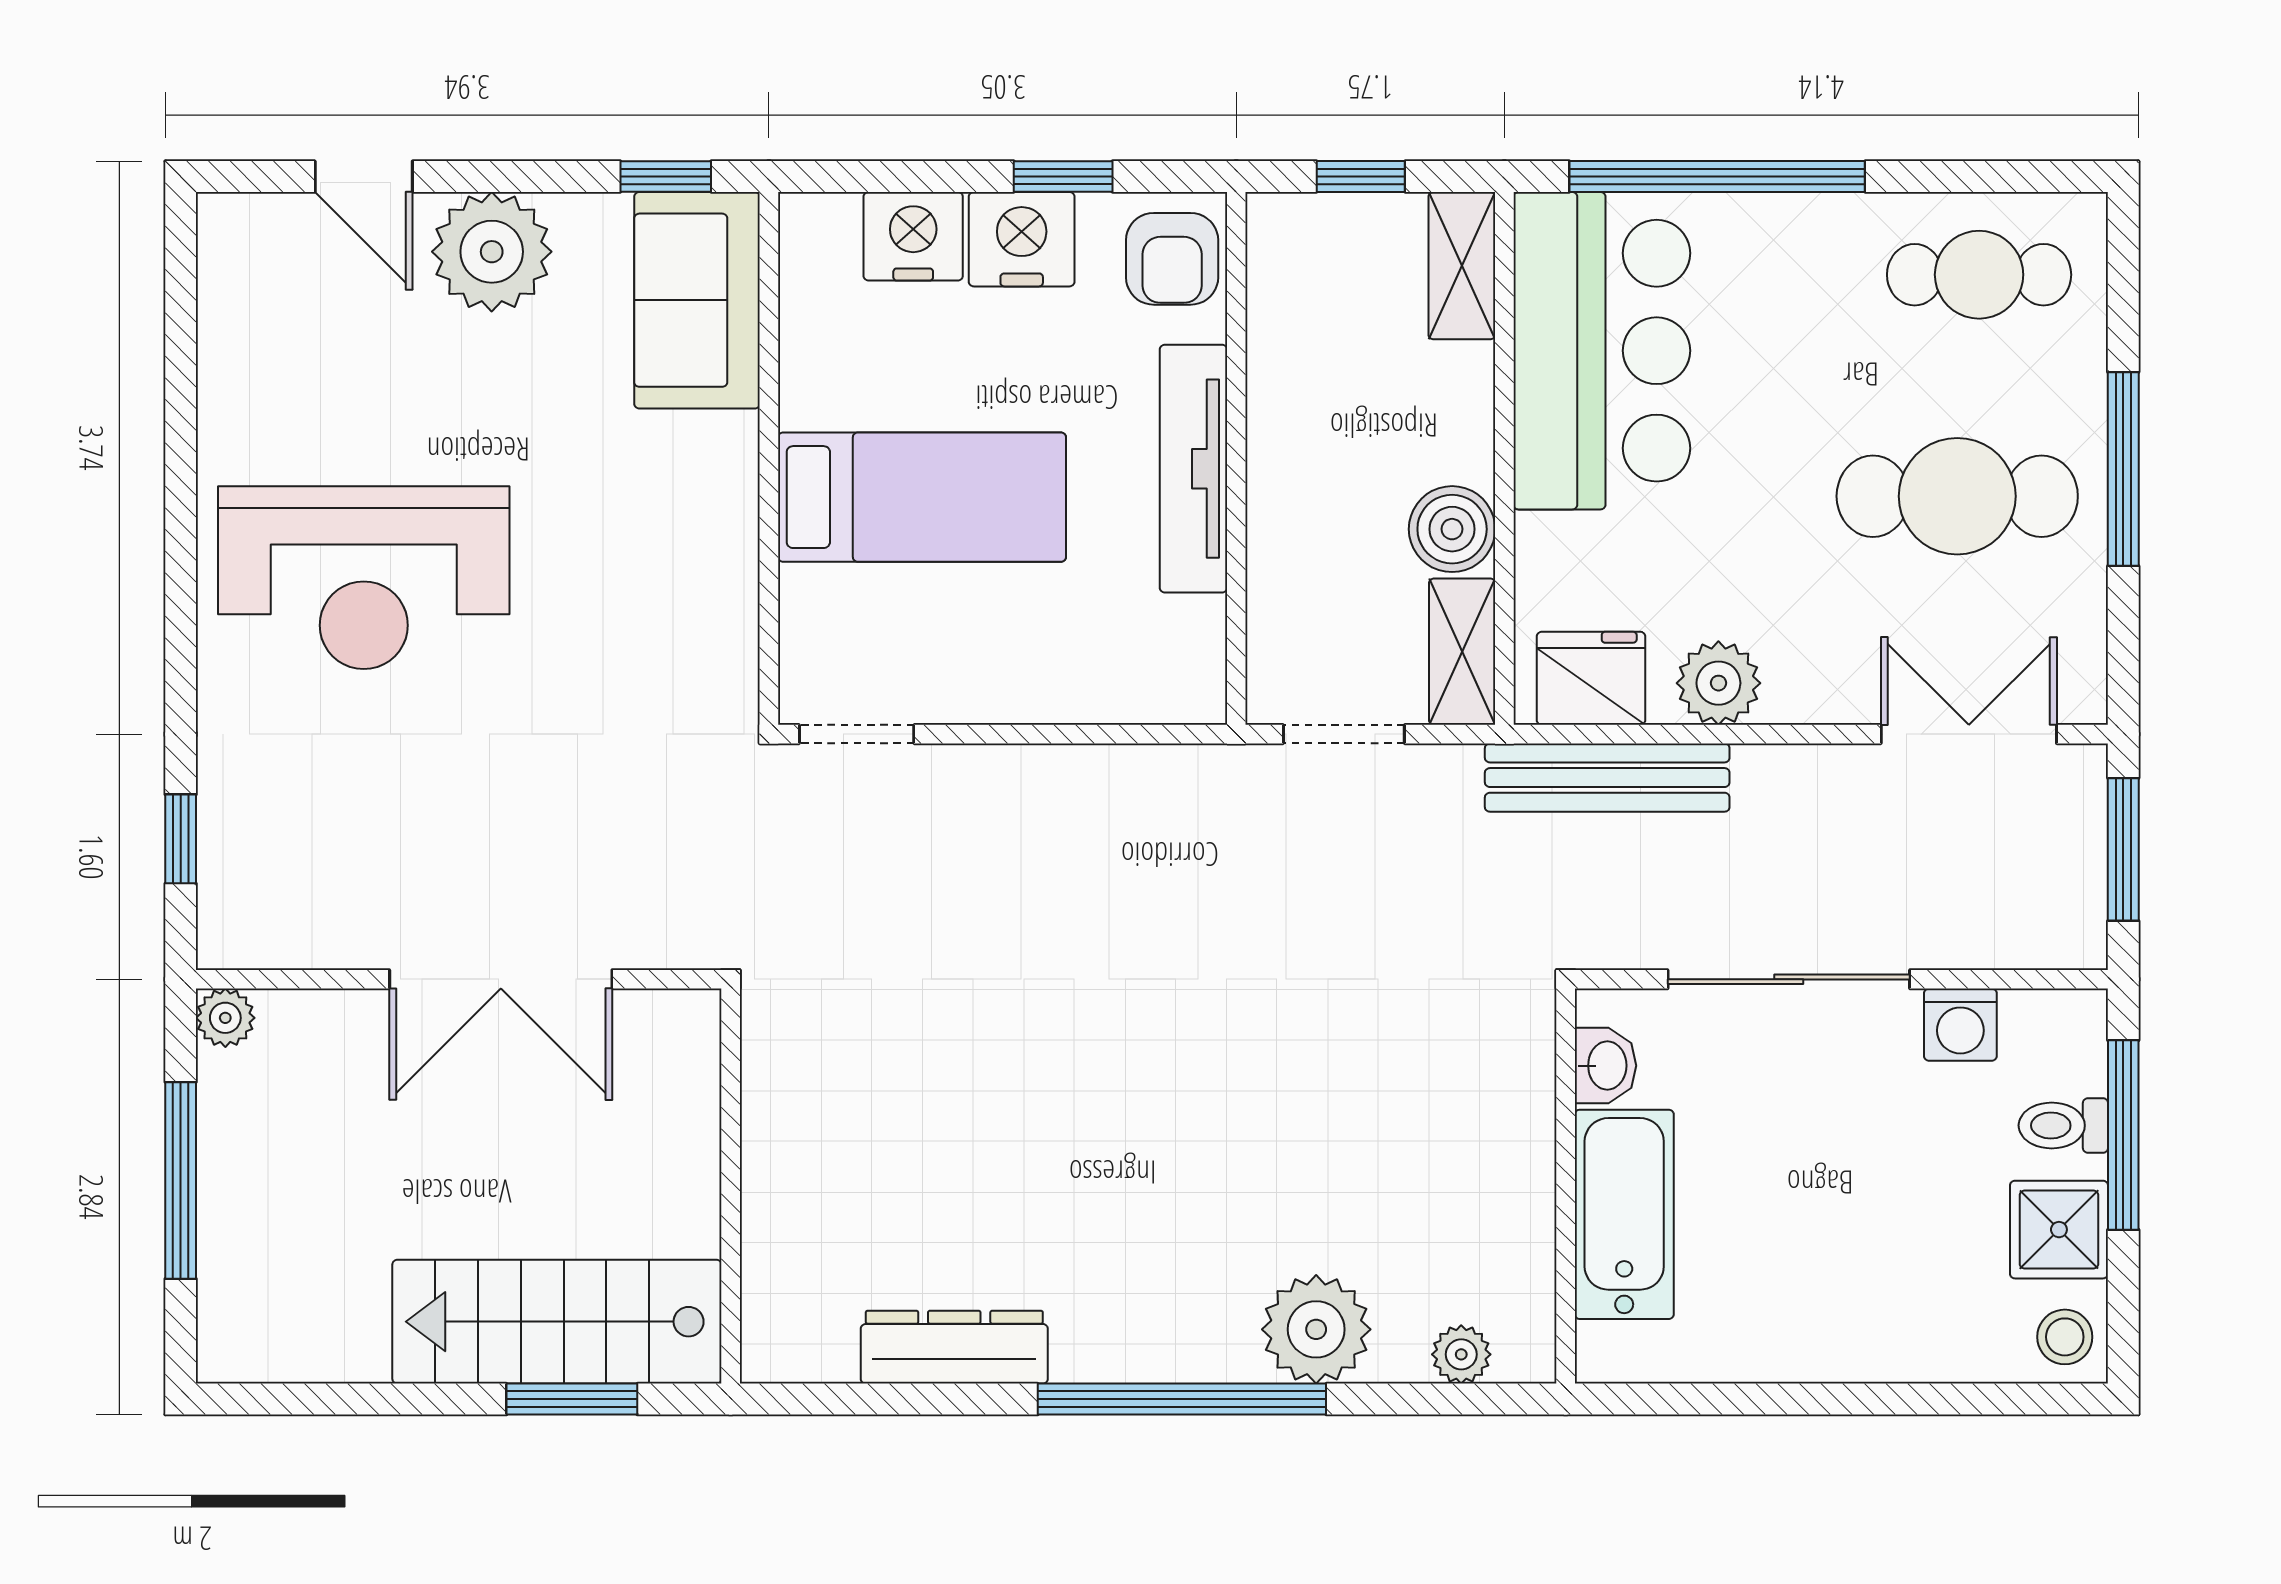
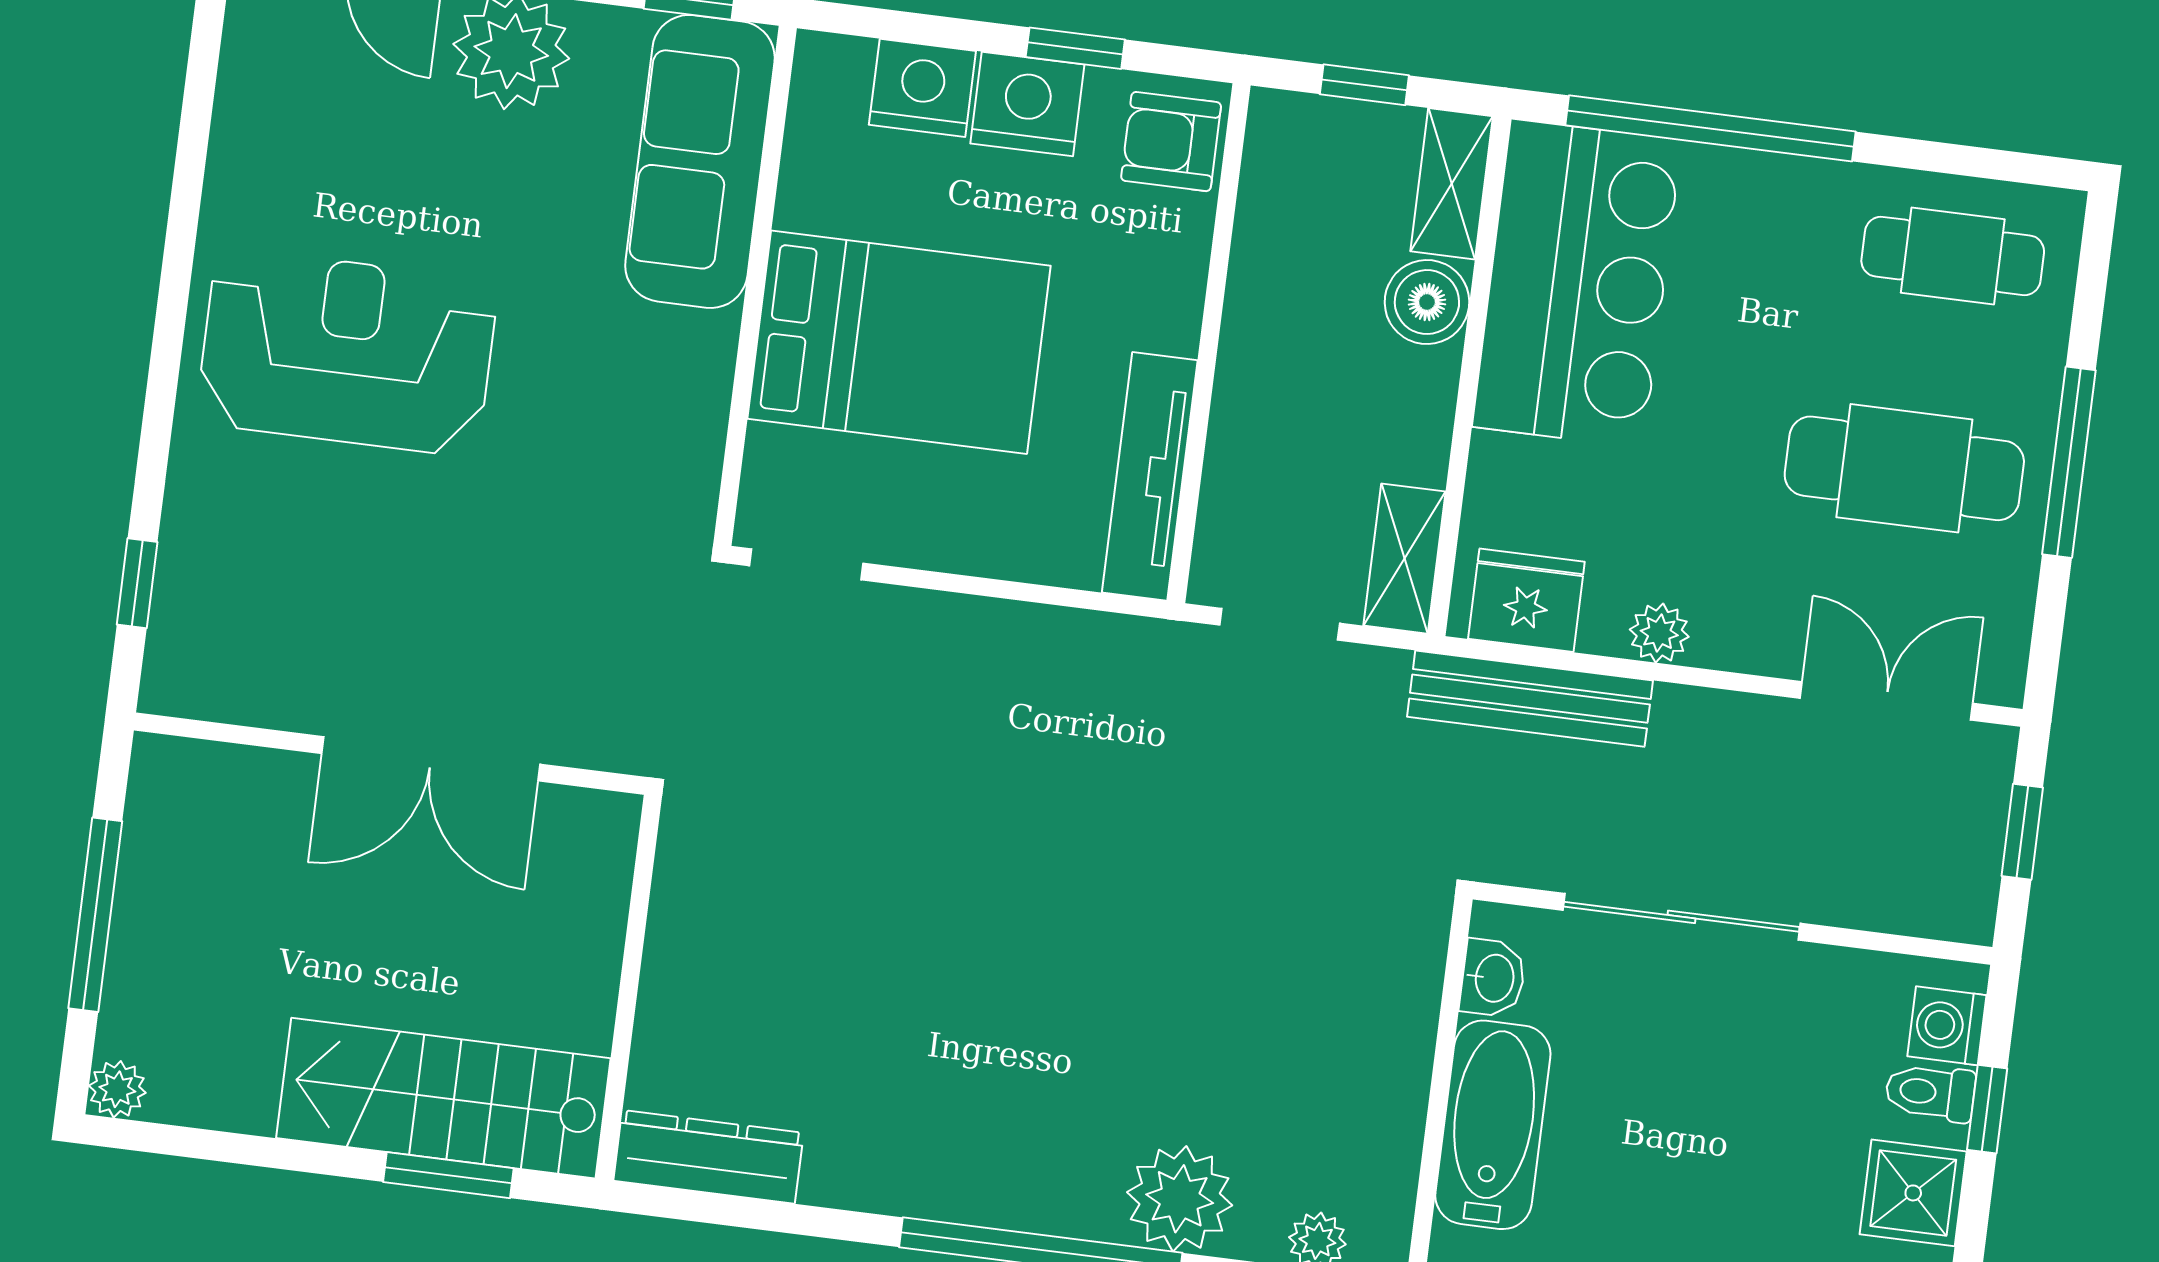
armchair: (1172, 259) -> (1171, 142), turned 90
sofa: (697, 300) -> (700, 161), width x1.36
tv unit: (1193, 469) -> (1150, 476), moved
bed: (922, 497) -> (899, 342), width x1.50
boiler: (1452, 529) -> (1427, 302), moved
reception desk: (364, 578) -> (347, 352), turned 180
plant: (1718, 683) -> (1659, 633), width x0.73, depth x0.73
window: (2123, 849) -> (2022, 832), width x0.67
plant: (225, 1018) -> (117, 1089), moved
washing machine: (1960, 1025) -> (1947, 1026), moved, turned 90
window: (2123, 1135) -> (1987, 1109), width x0.46
dresser: (954, 1347) -> (709, 1157), moved

